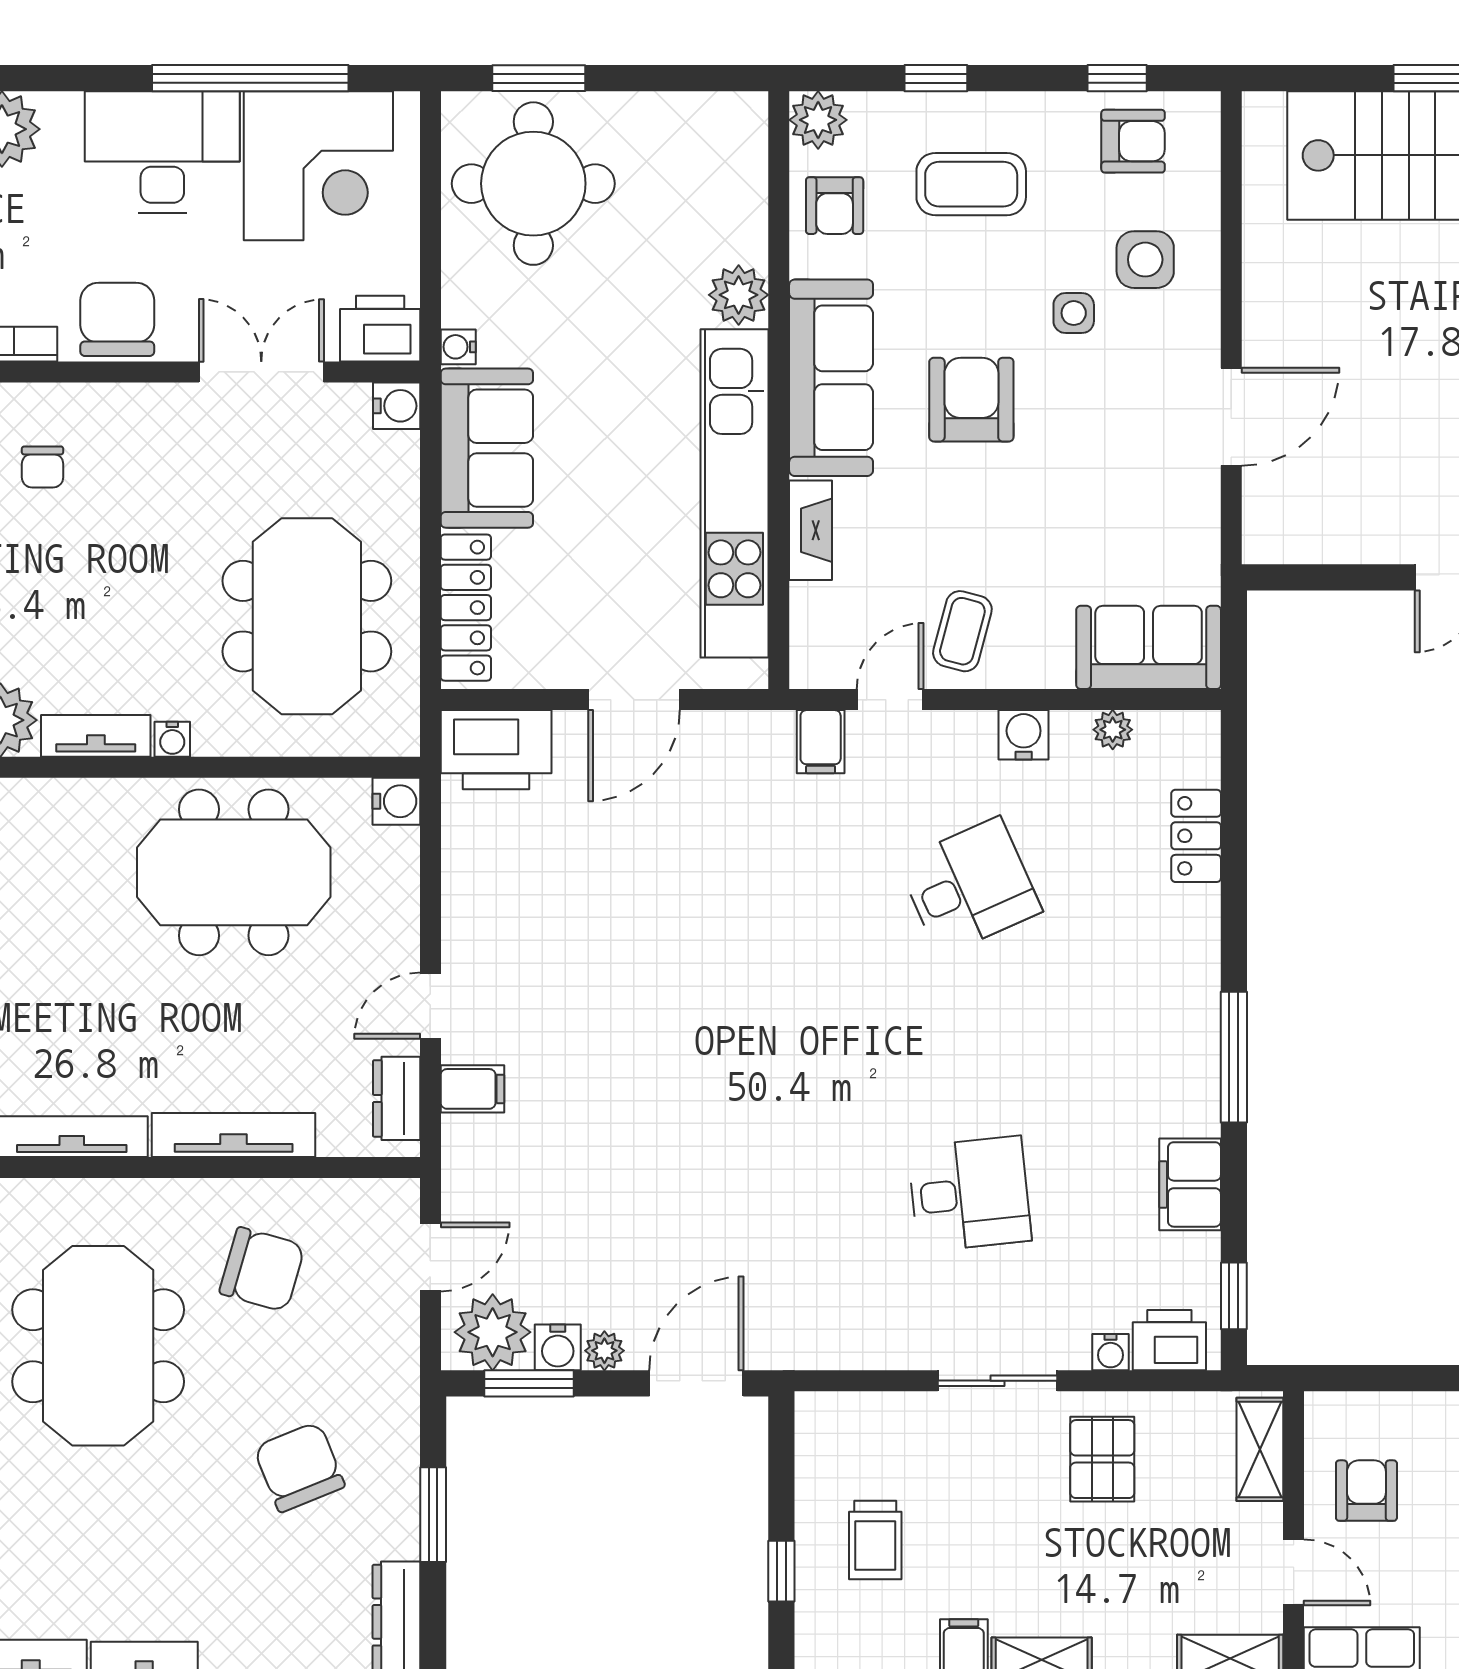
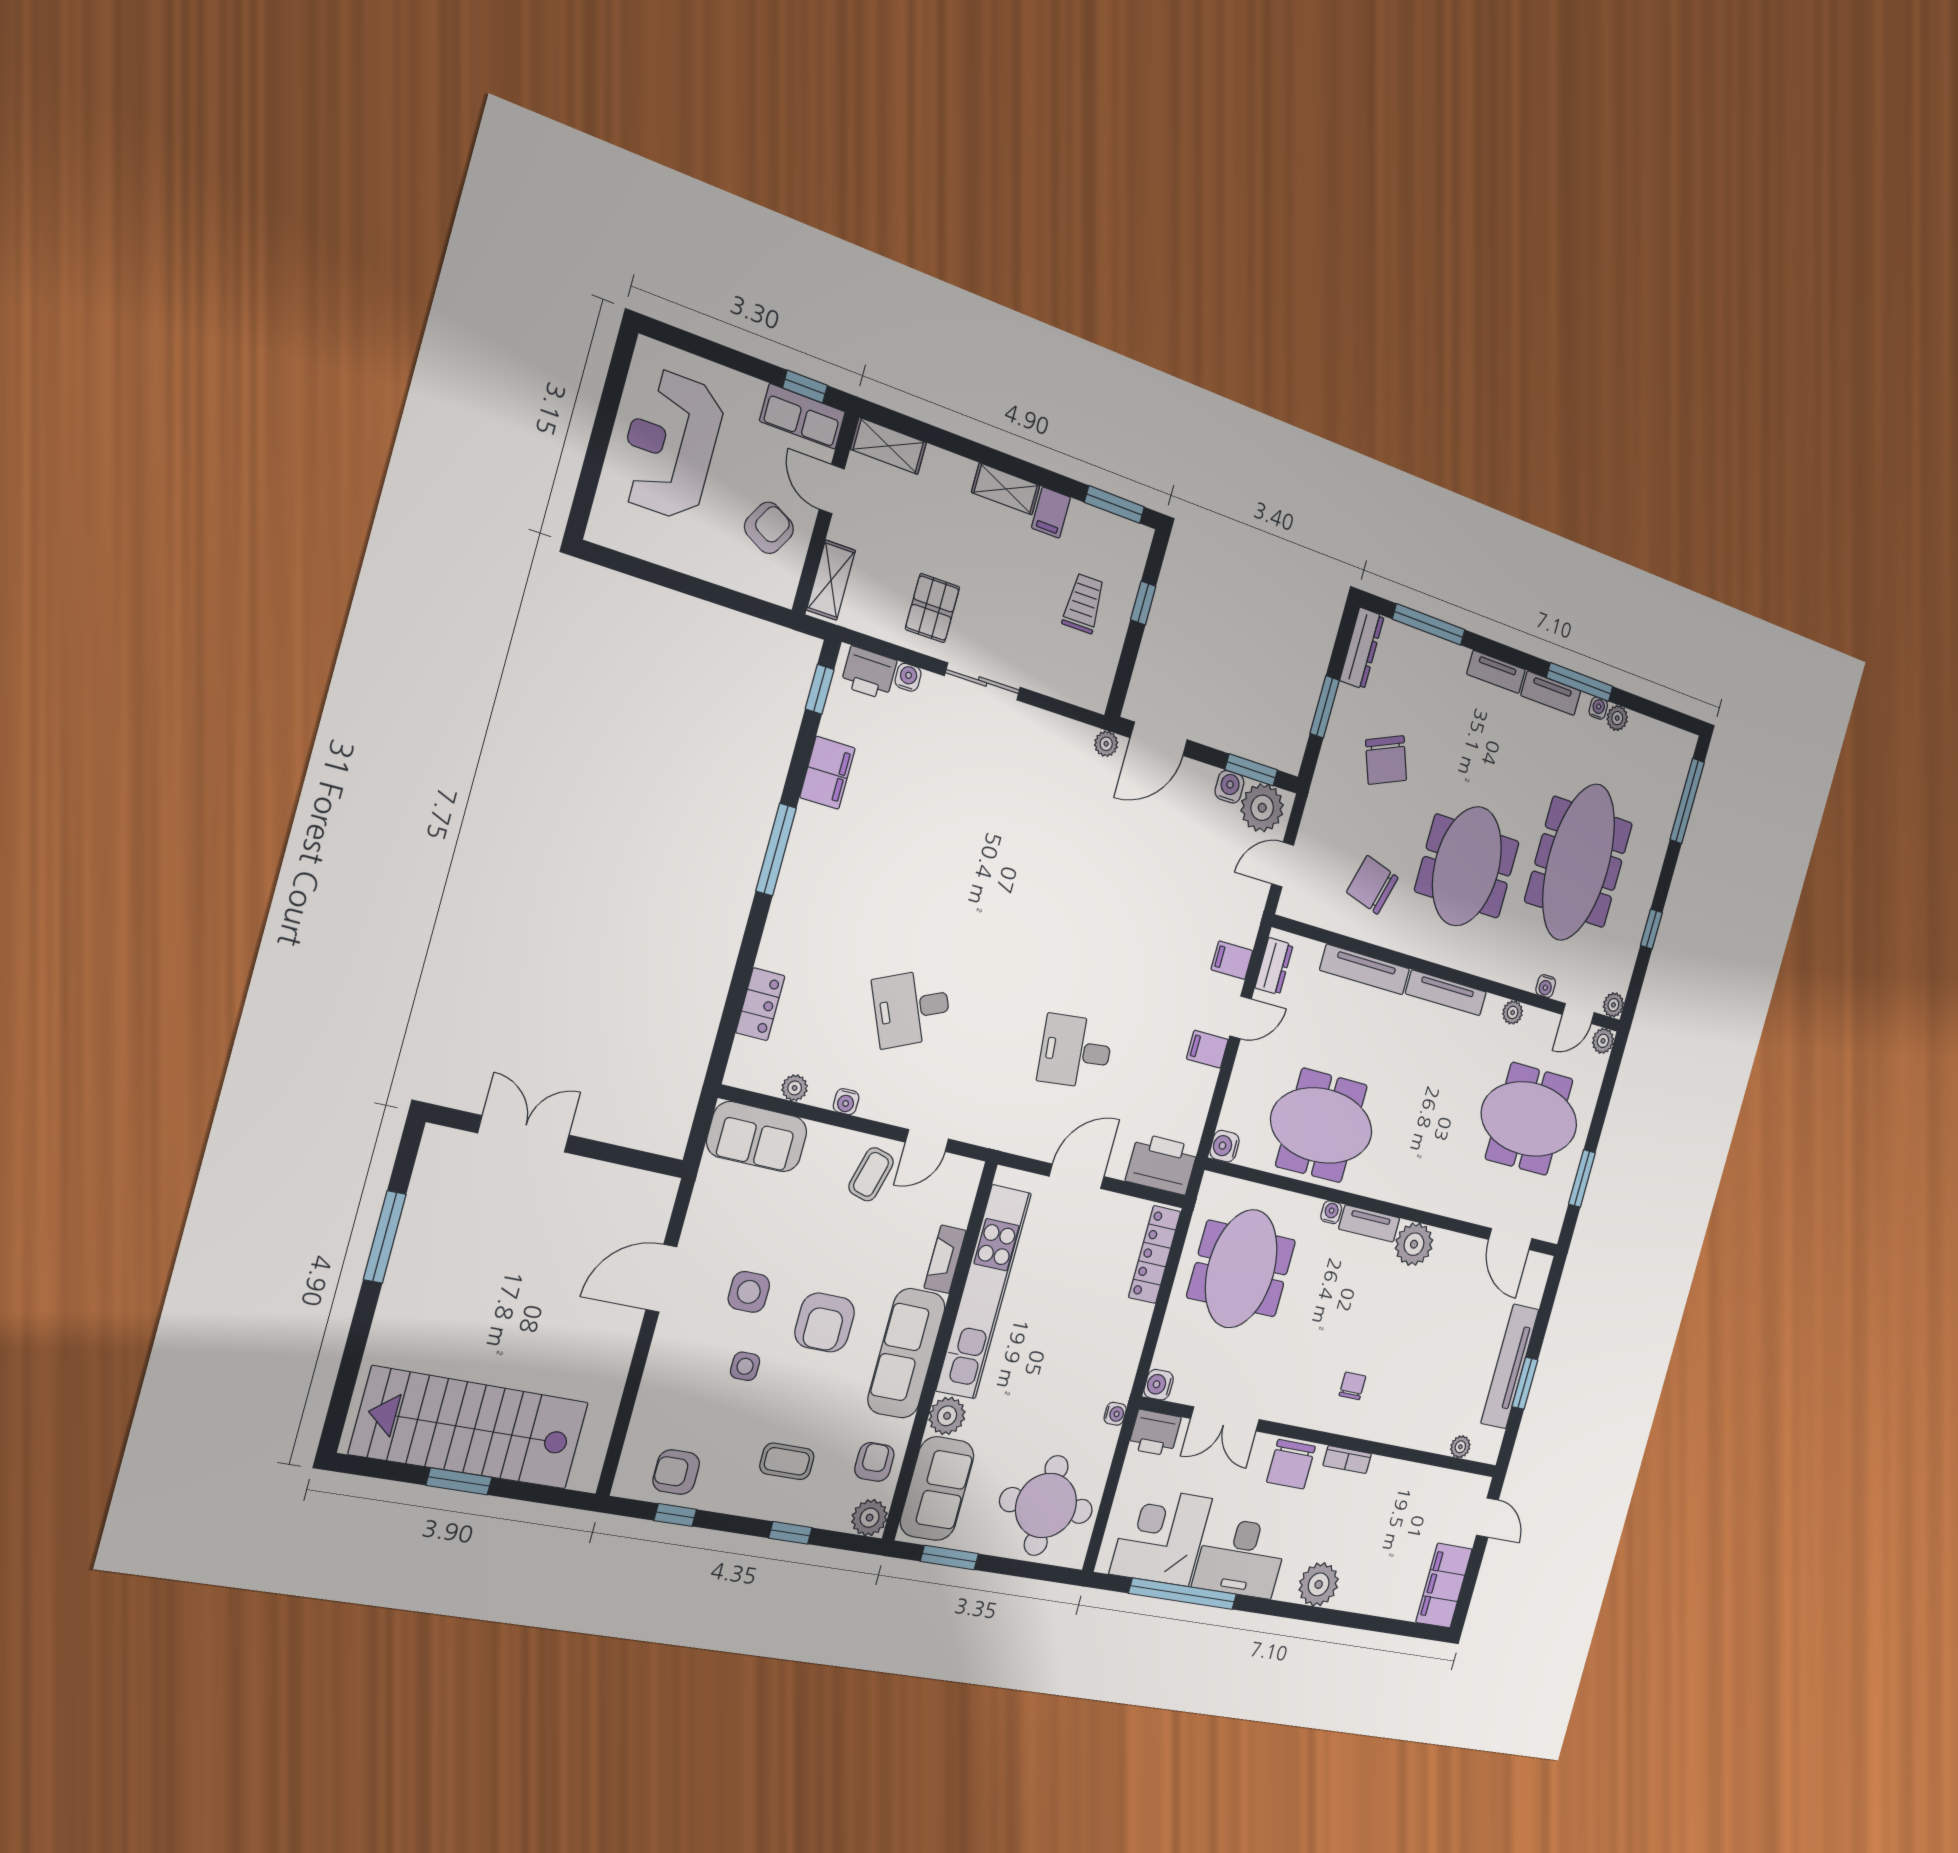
window: (539, 78) -> (949, 1558), moved
coffee table: (971, 184) -> (787, 1461), width x0.73, depth x0.77
side table: (1145, 260) -> (749, 1292), moved
sofa: (487, 448) -> (937, 1489), moved, turned 180
water cooler: (1024, 735) -> (846, 1102), width x0.72, depth x0.72
filing cabinet: (821, 742) -> (1207, 1049), moved, turned -90
desk: (969, 1194) -> (1076, 1051), moved
plant: (604, 1351) -> (1106, 744), moved
armchair: (1366, 1491) -> (769, 528), turned -151

